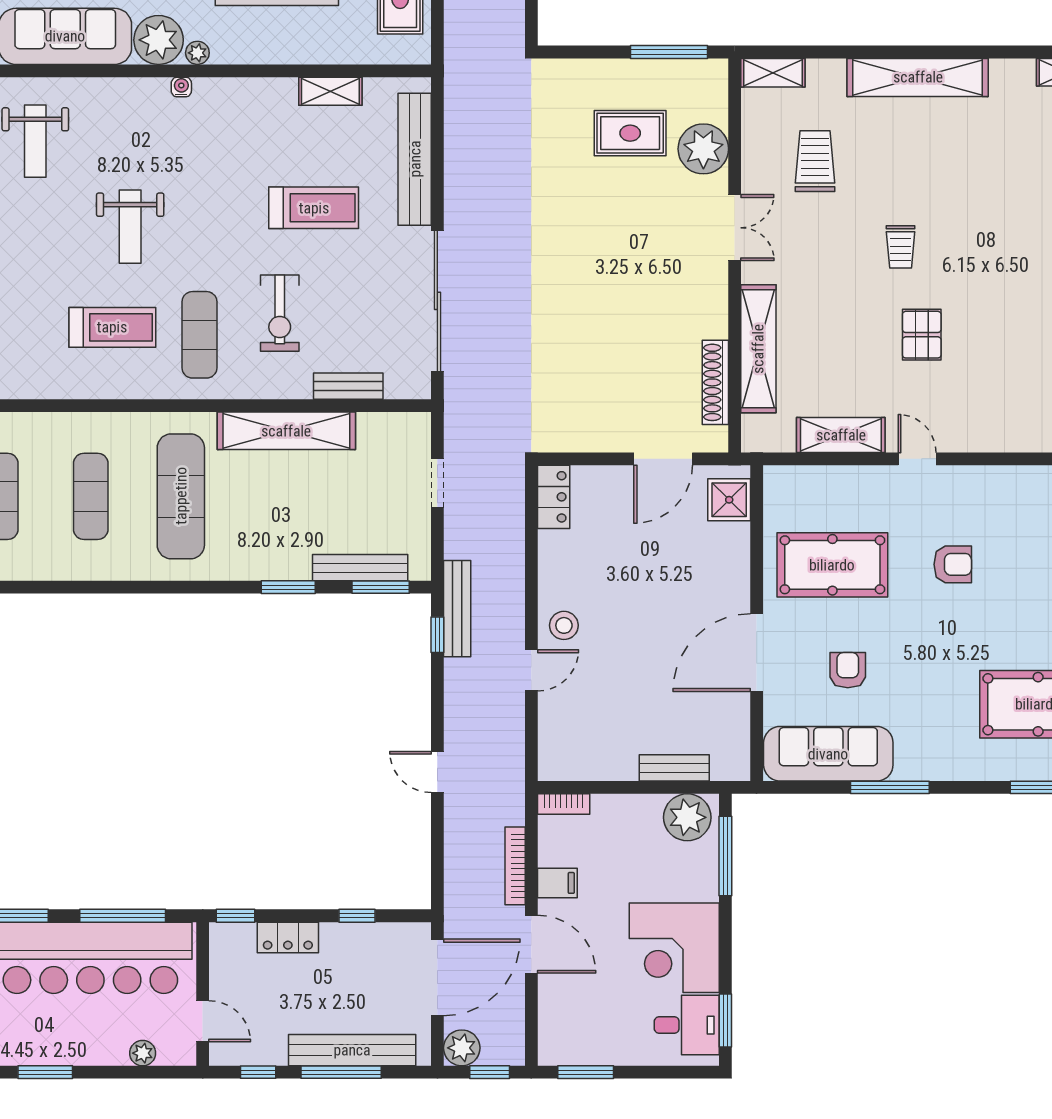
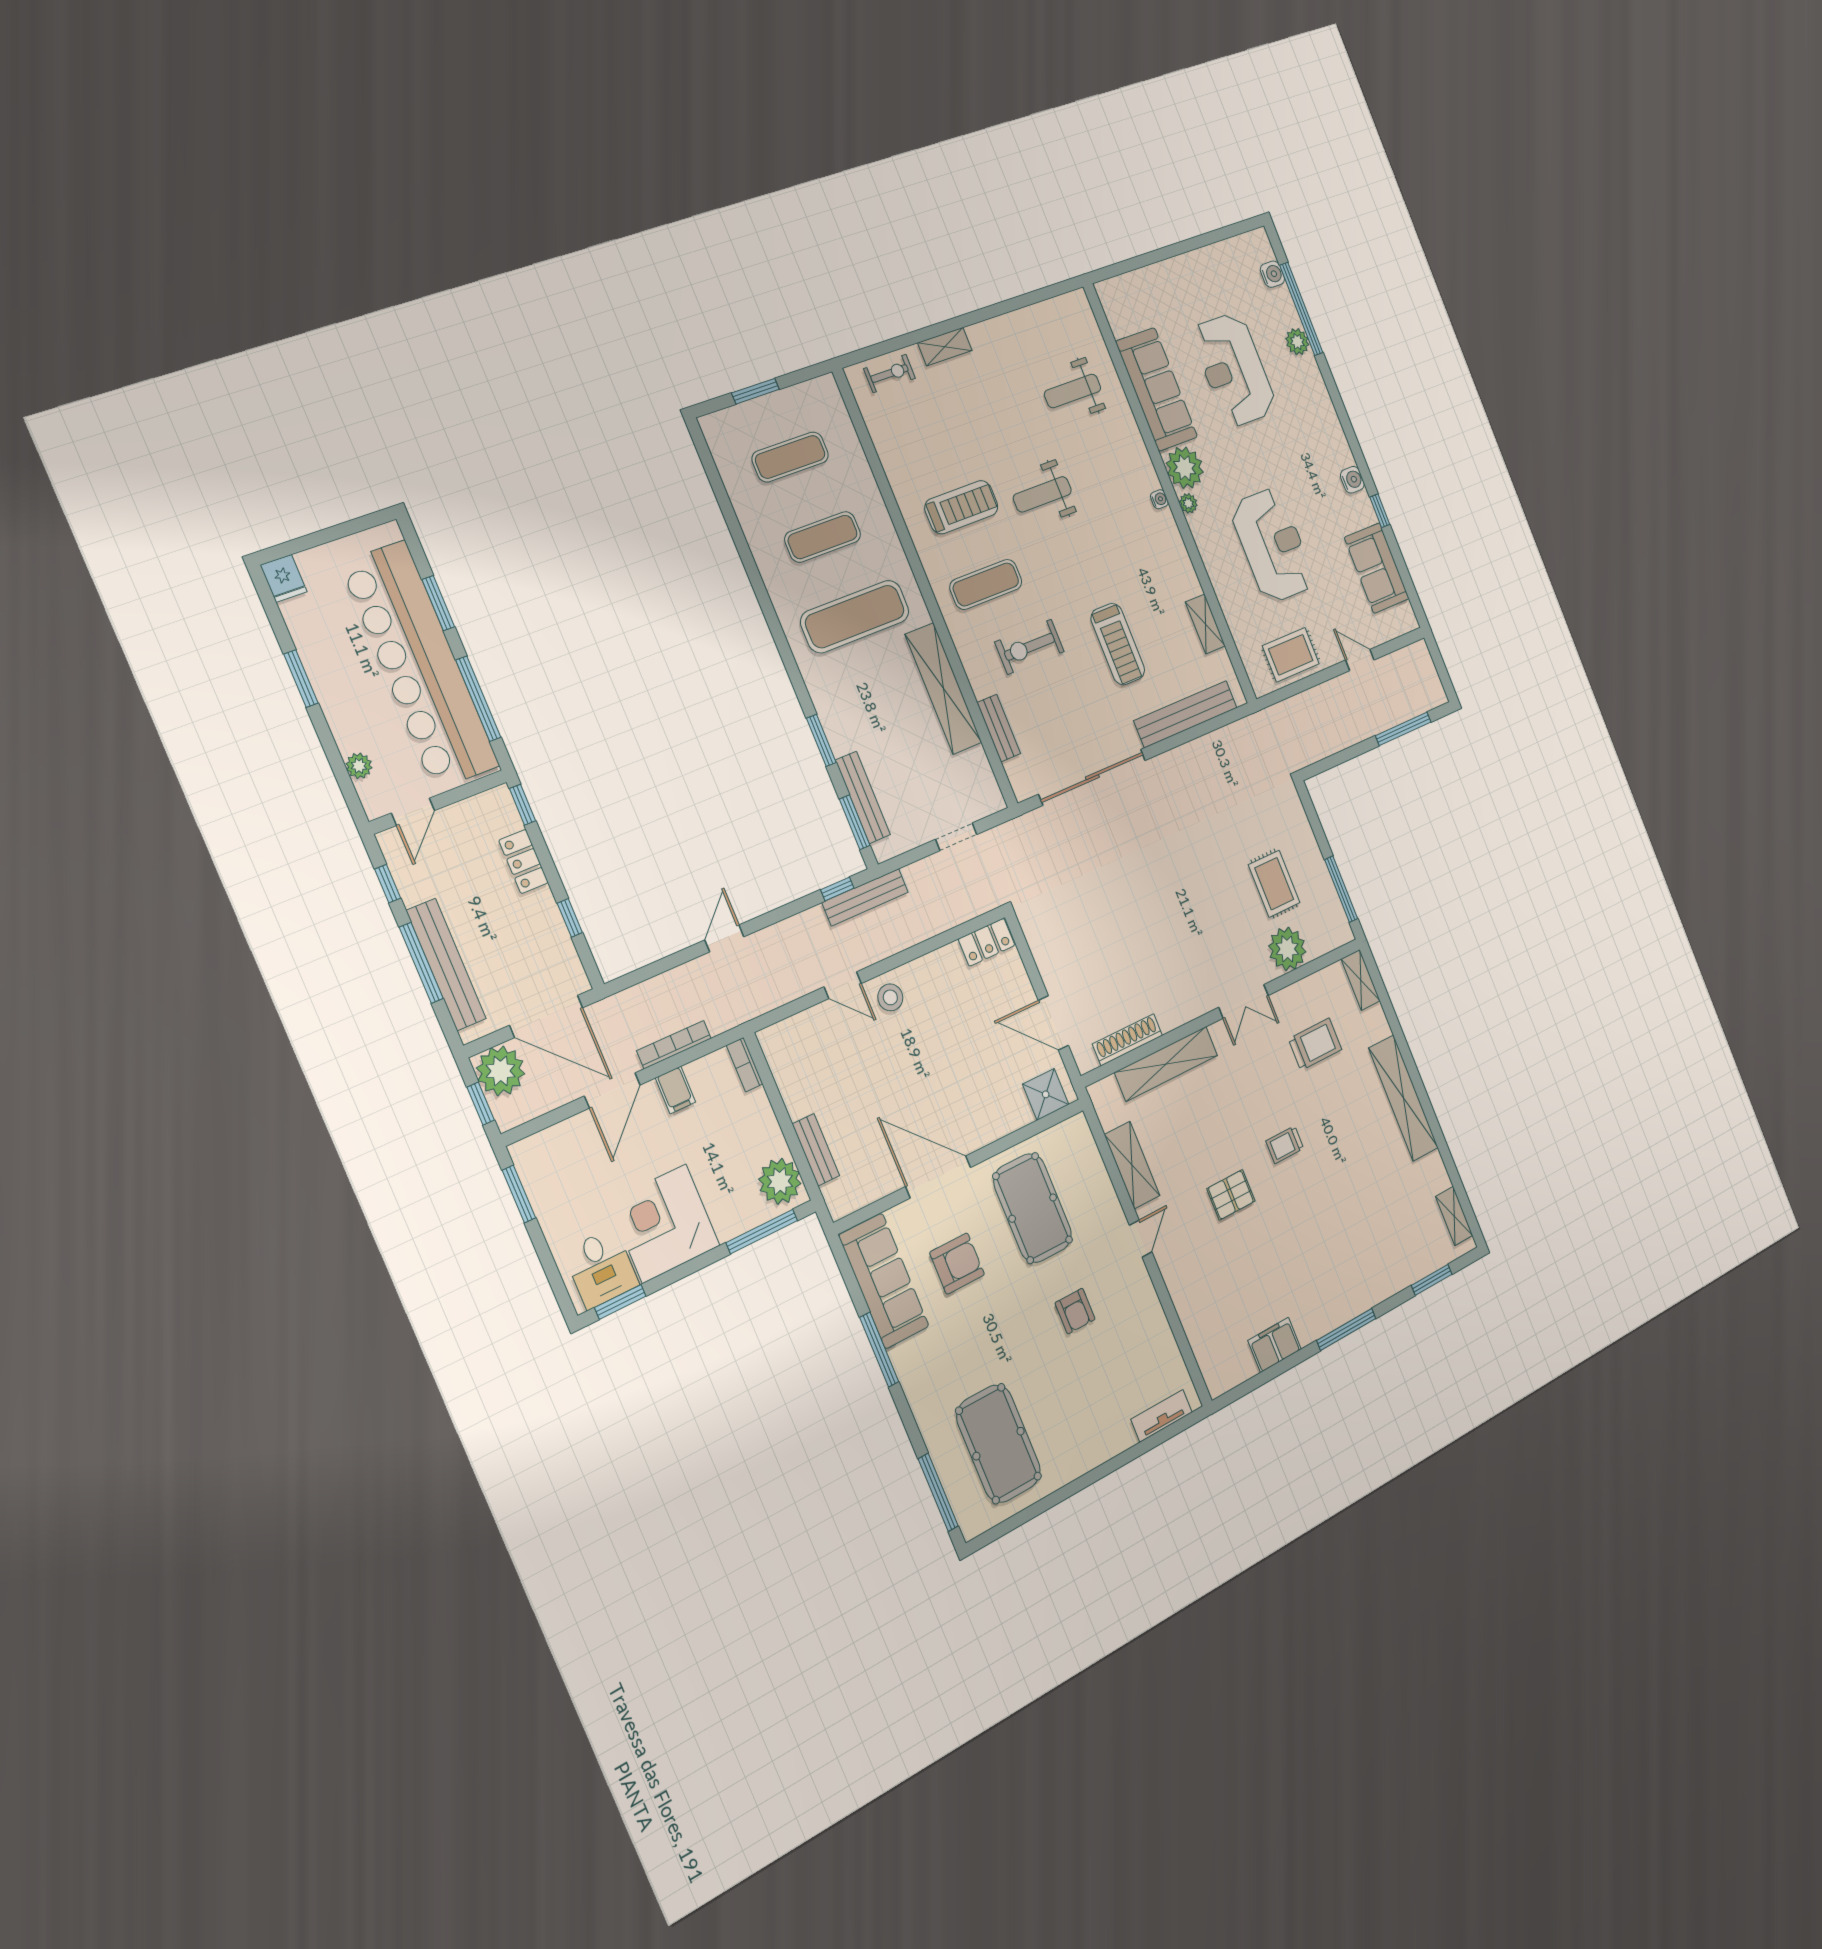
treadmill: (112, 327) -> (961, 507), turned -90
armchair: (848, 670) -> (957, 1264), width x1.38, depth x1.38
plant: (462, 1048) -> (501, 1071), width x1.36, depth x1.36

